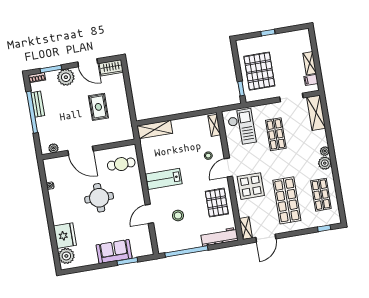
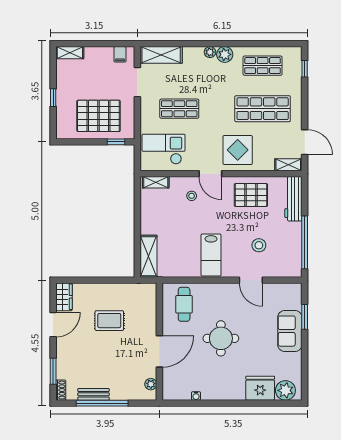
shelving: (310, 63) -> (70, 53), moved
plant: (66, 77) -> (66, 354), removed

